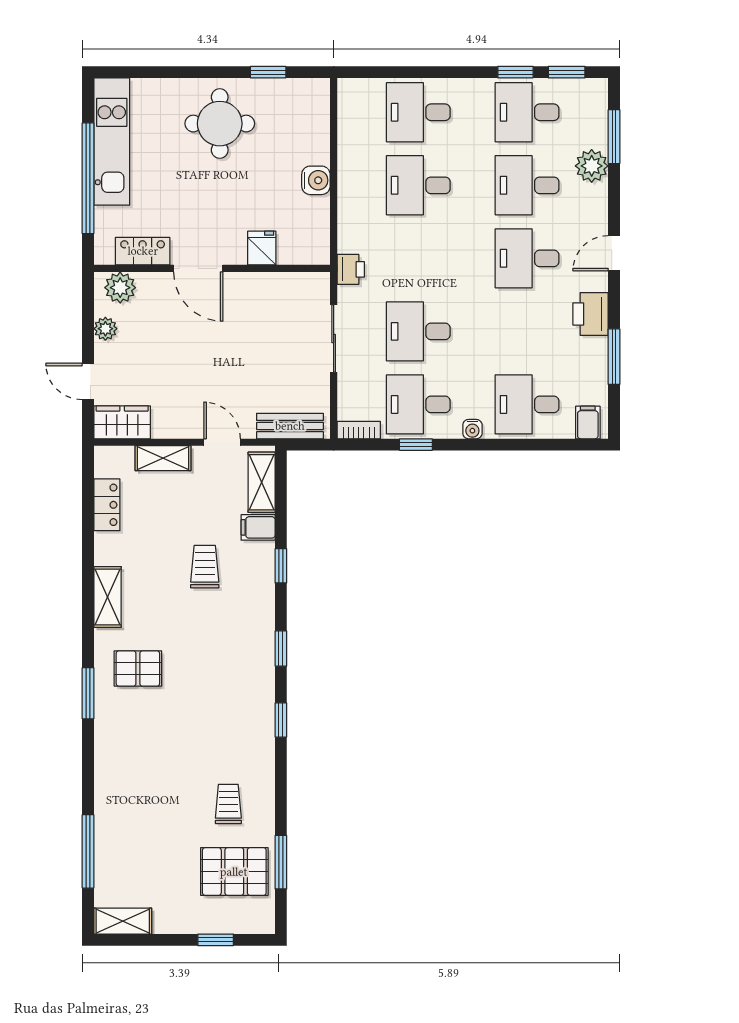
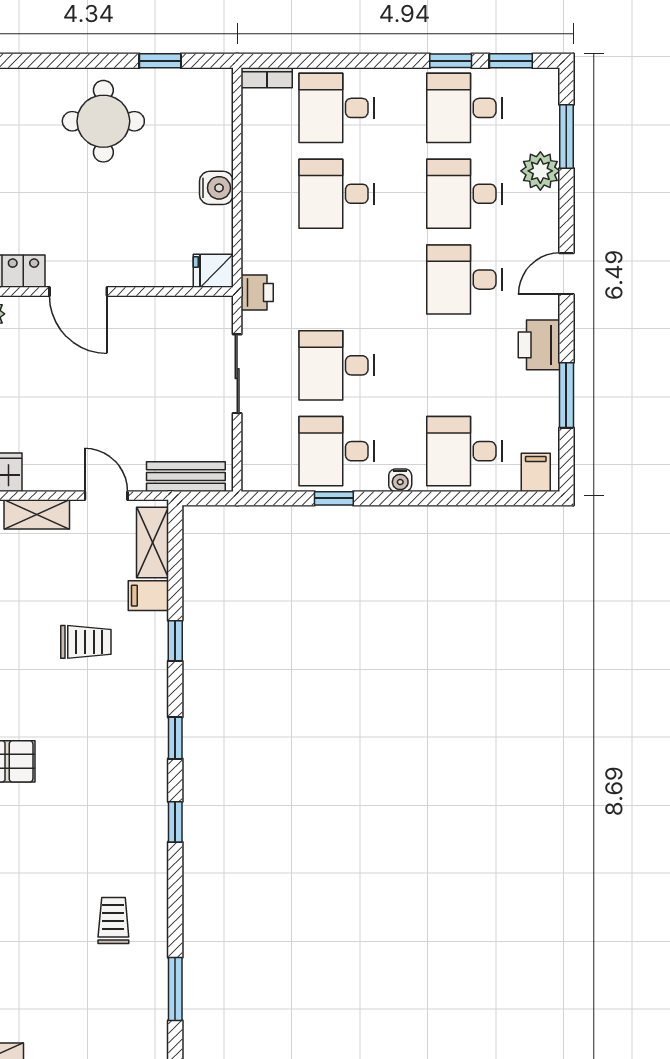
fridge: (262, 248) -> (213, 271), moved, turned -90
bookcase: (359, 430) -> (267, 78), moved, turned 180
trolley: (205, 567) -> (86, 642), turned 90
pallet: (234, 872) -> (120, 1000), removed

